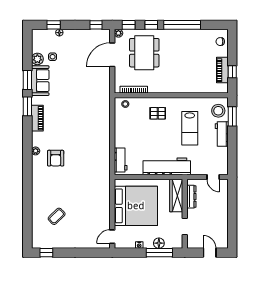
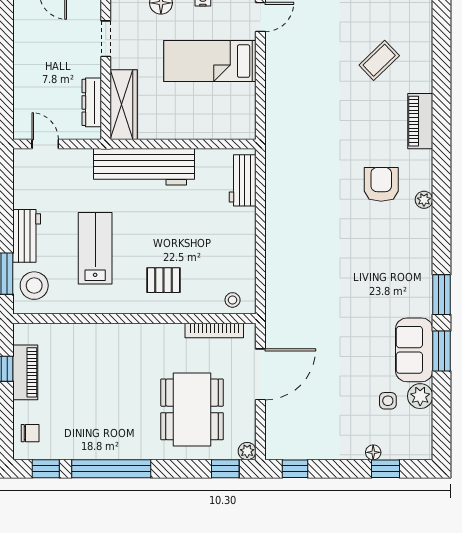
window: (151, 25) -> (46, 469), moved
door: (112, 55) -> (260, 374), moved
piano: (37, 118) -> (420, 121), moved
bed: (136, 206) -> (210, 61), width x0.49

